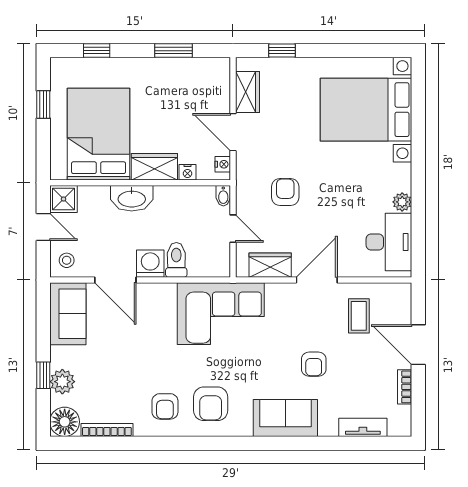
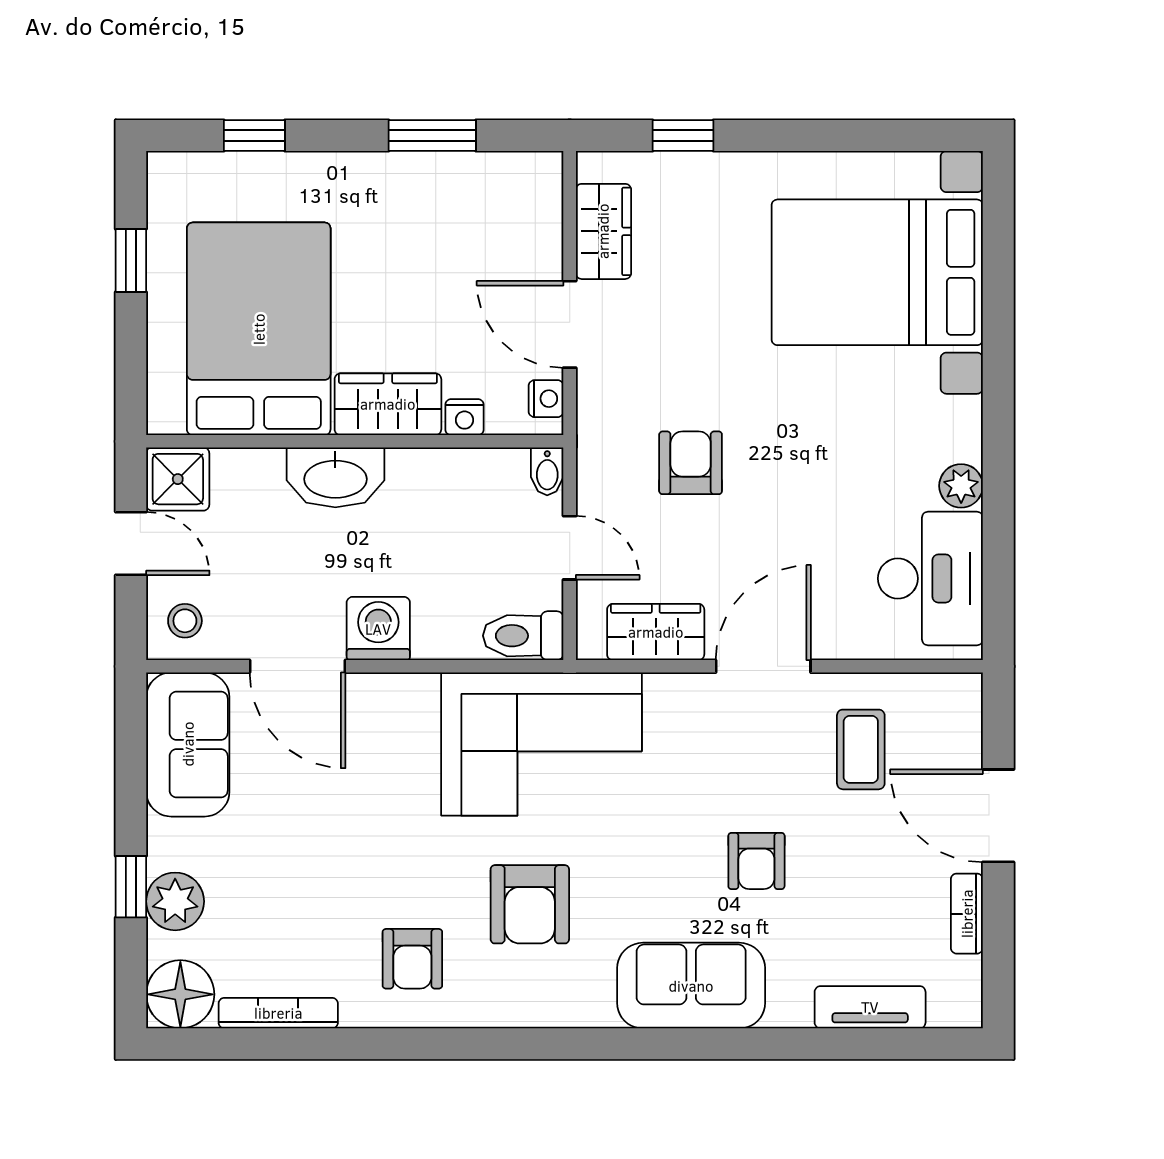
toilet: (176, 260) -> (523, 636), moved, turned -90
armchair: (211, 404) -> (530, 904), moved

